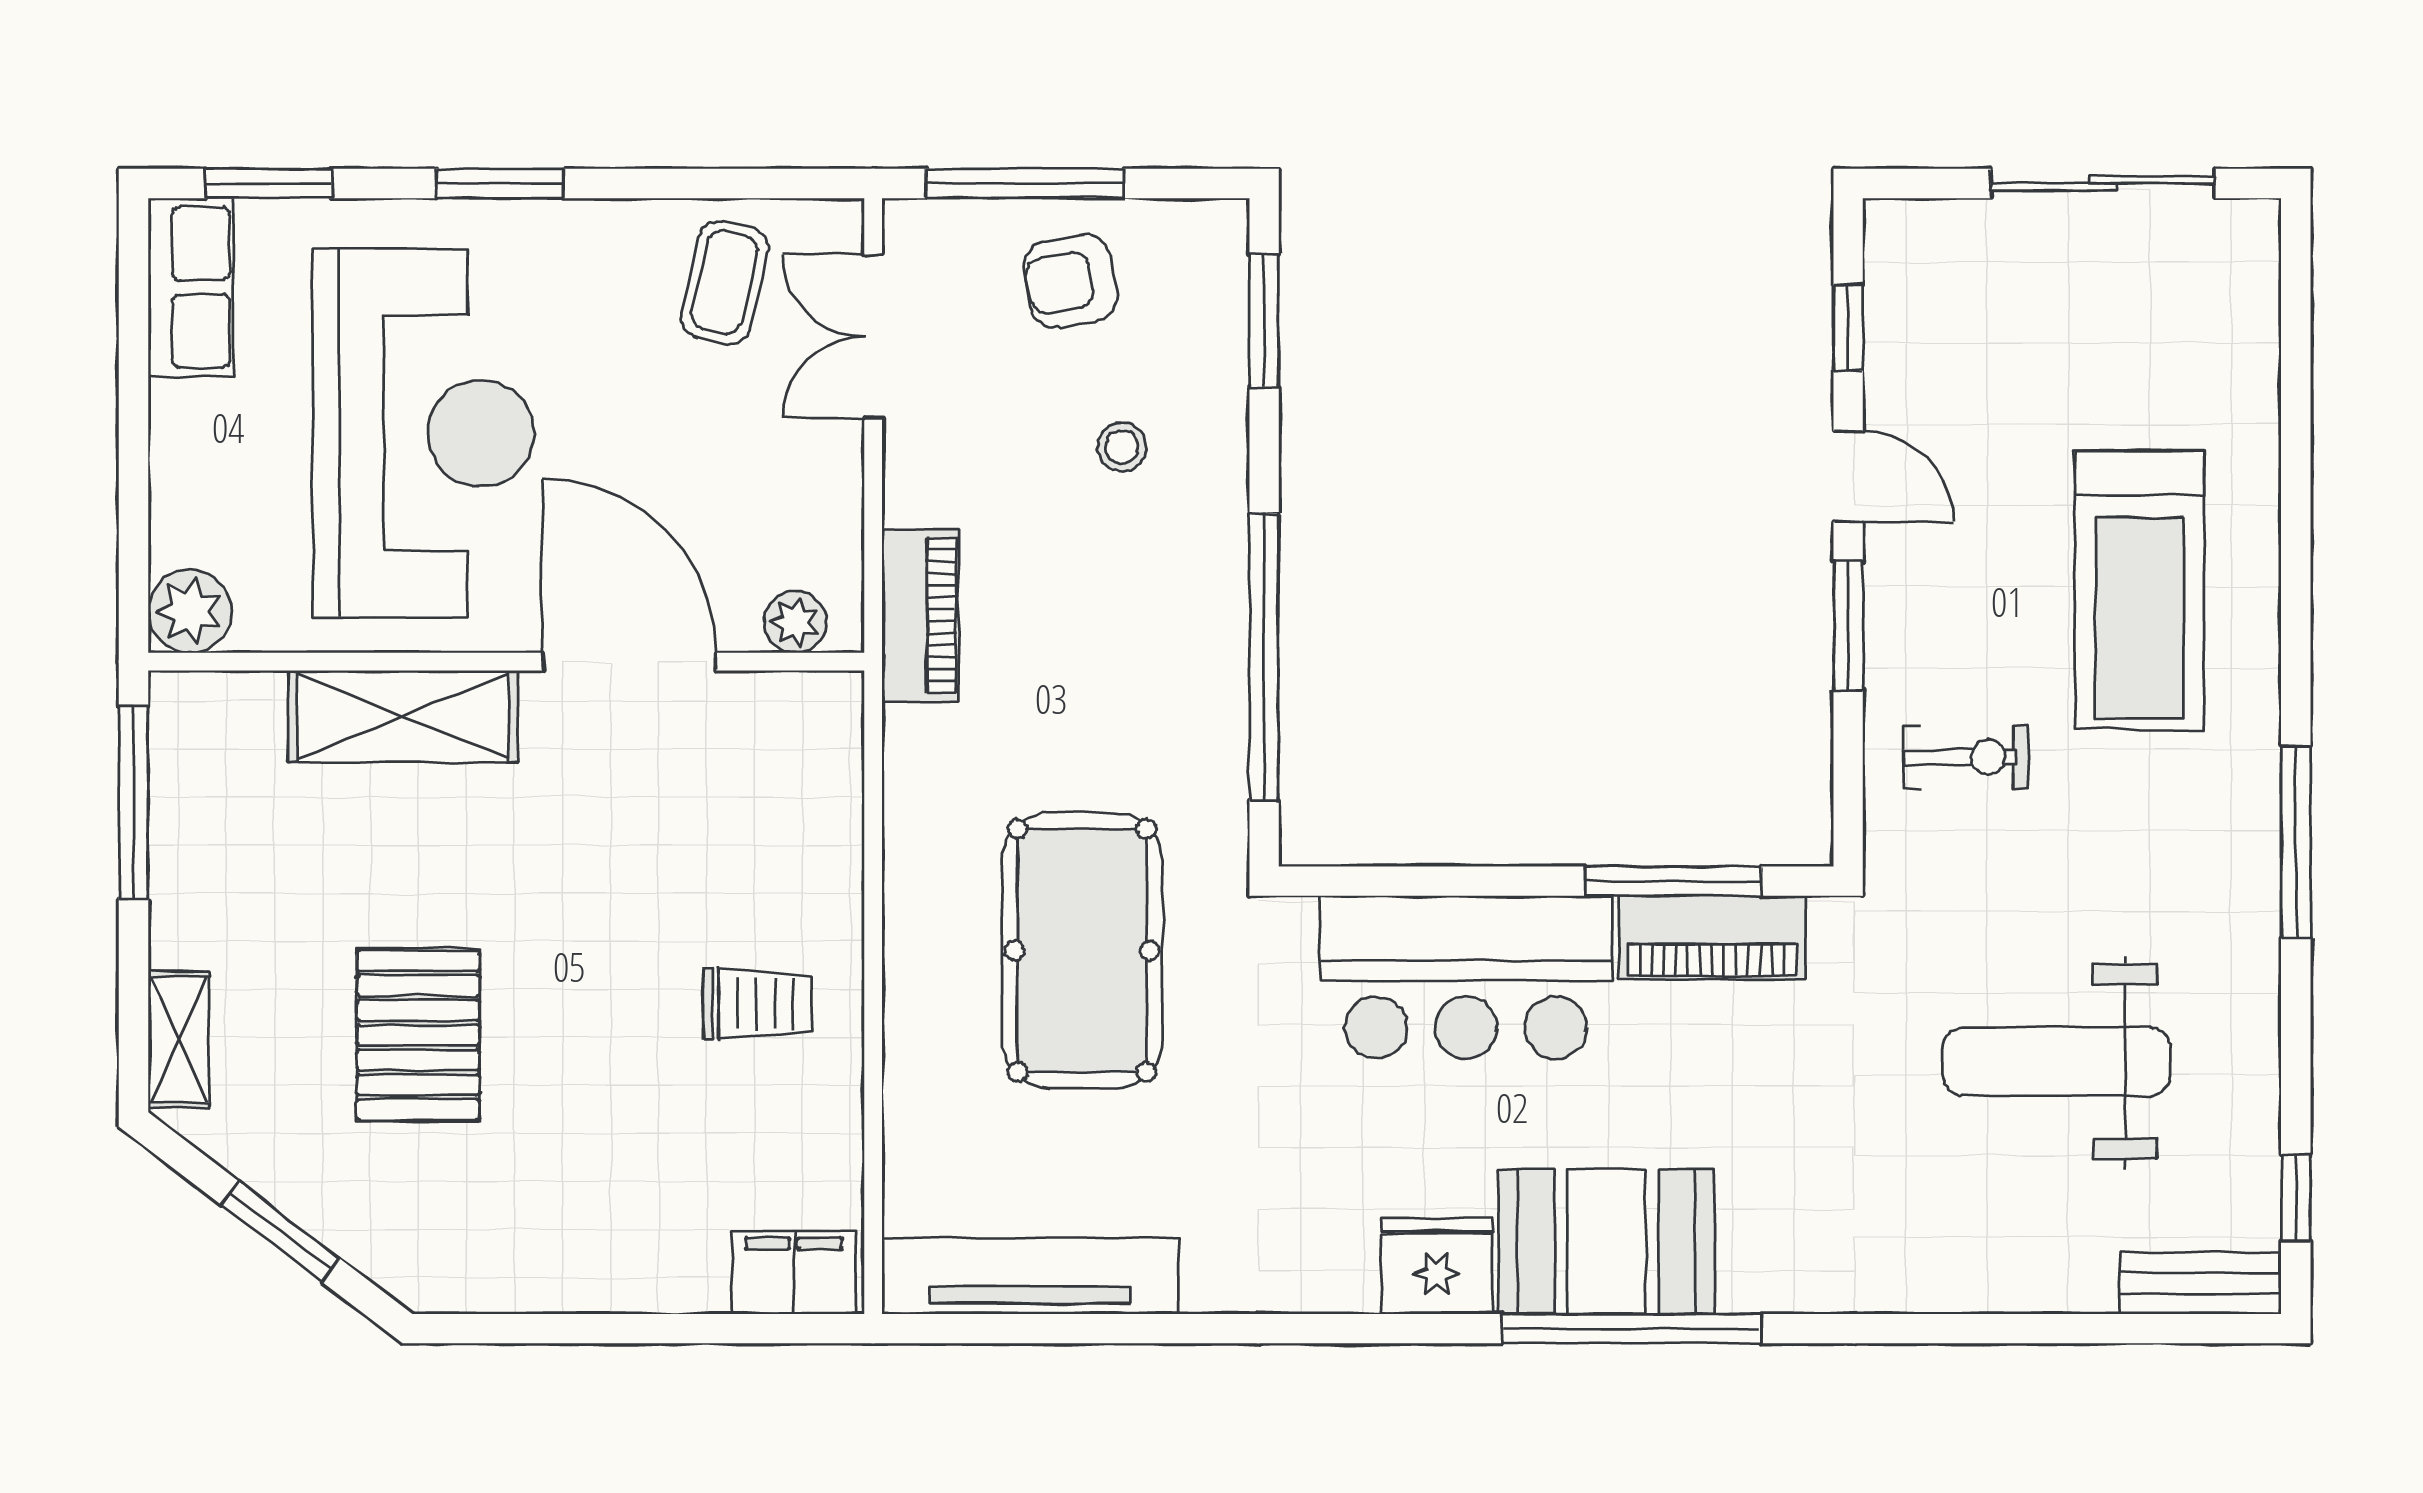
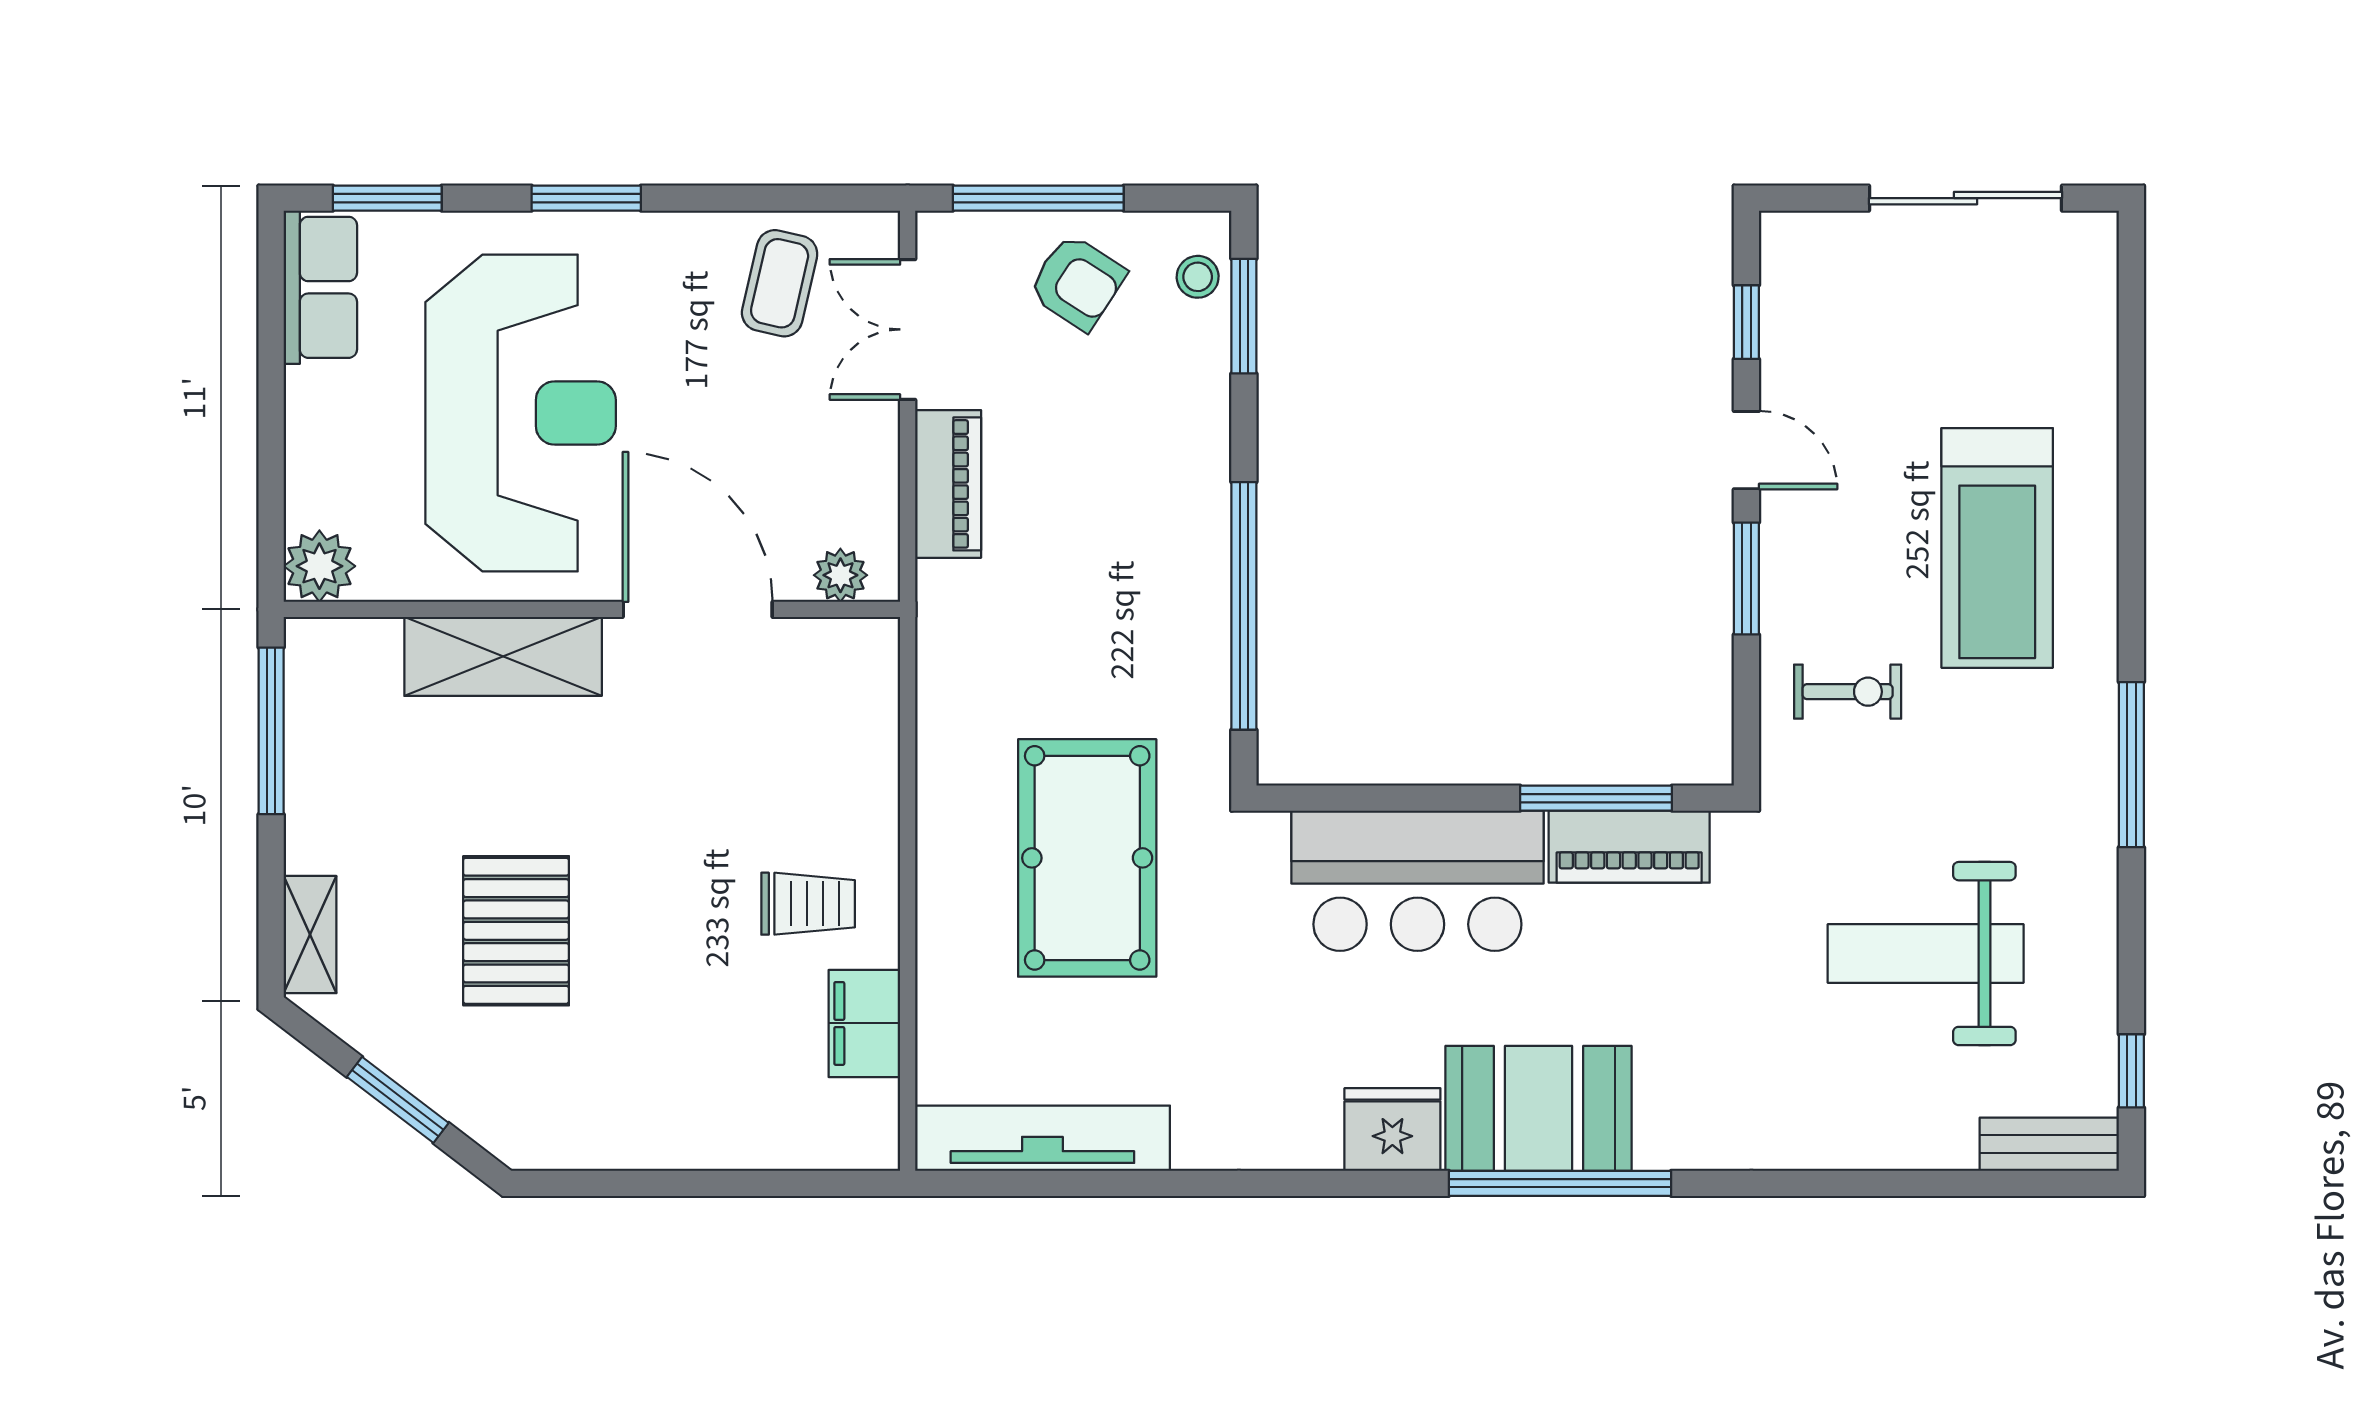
armchair: (1070, 281) -> (1077, 282), turned -137
stool: (1122, 447) -> (1198, 277), moved
piano: (920, 615) -> (948, 484), moved
filing cabinet: (794, 1273) -> (864, 1023), moved, turned -90

